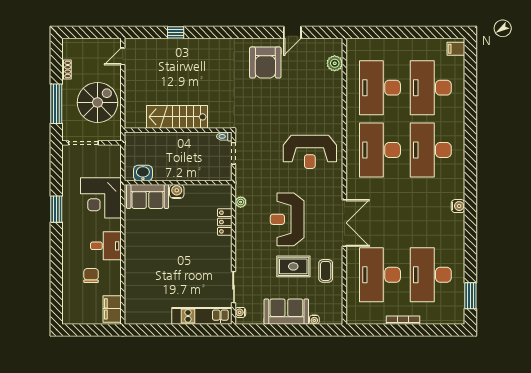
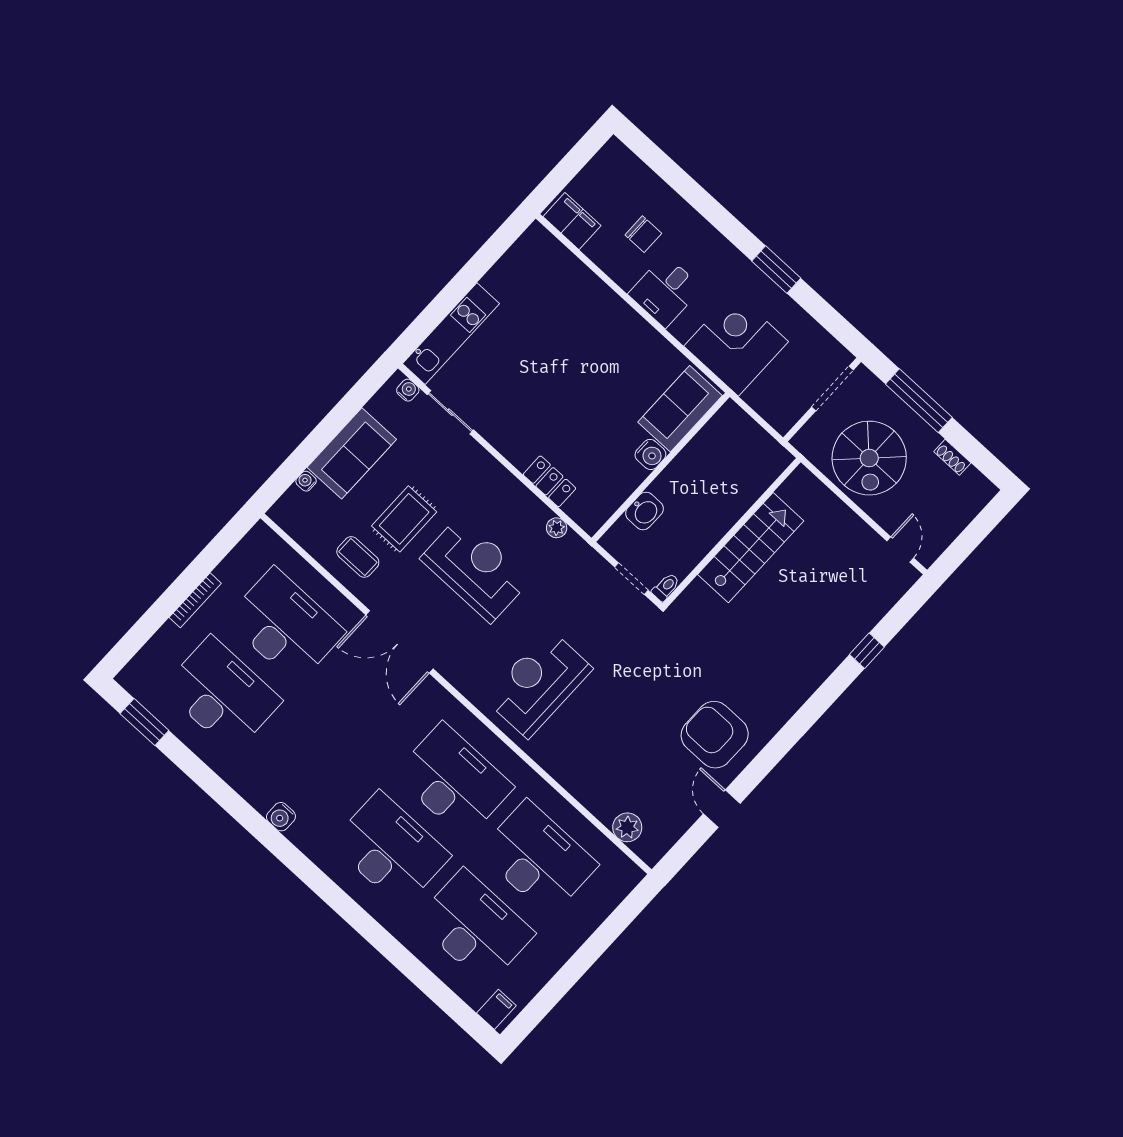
washbasin: (143, 173) -> (645, 511), moved

